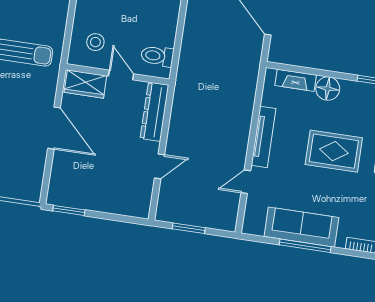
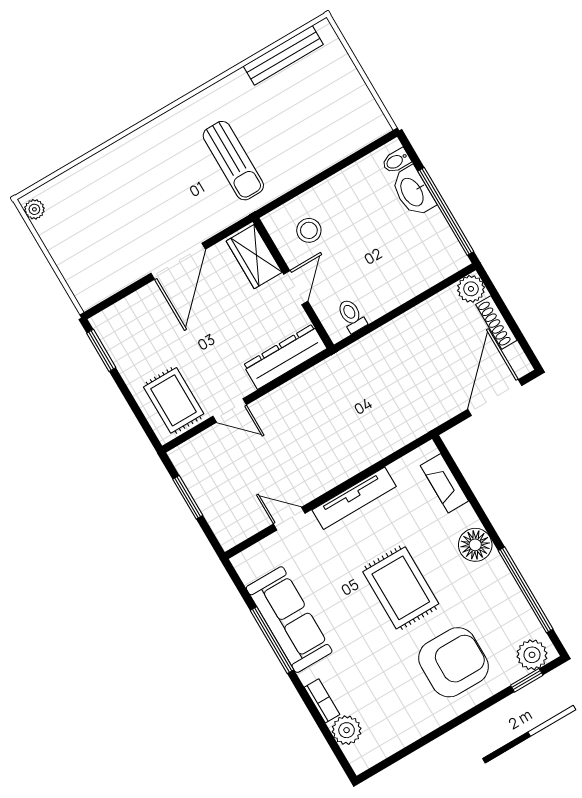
toilet: (157, 56) -> (352, 316), width x0.73, depth x0.72
floor lamp: (328, 89) -> (475, 545), moved
rug: (129, 193) -> (174, 400), added

